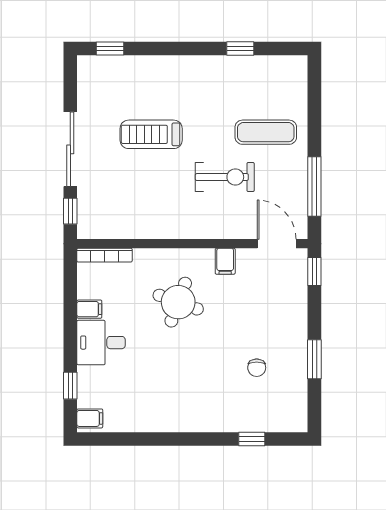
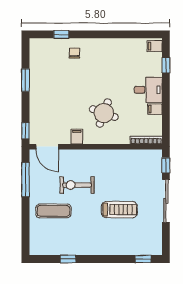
chair: (257, 368) -> (75, 53), moved

